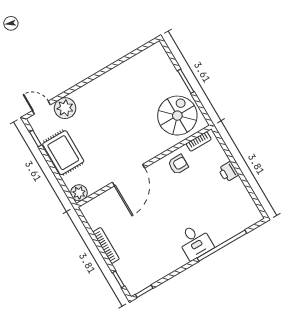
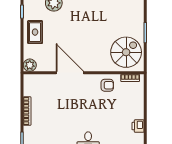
rug: (63, 153) -> (35, 32), width x0.73, depth x0.70
printer: (228, 172) -> (138, 126), moved
door: (128, 175) -> (70, 73), swing flipped

